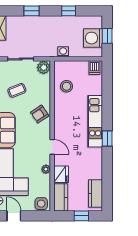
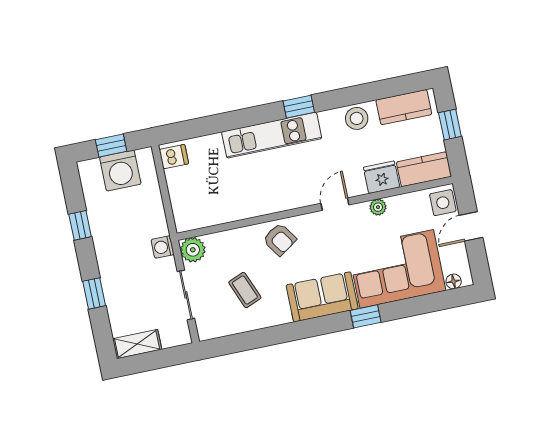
washing machine: (63, 52) -> (163, 247), moved
stool: (67, 86) -> (357, 118), moved
door: (14, 216) -> (471, 226), moved

